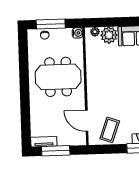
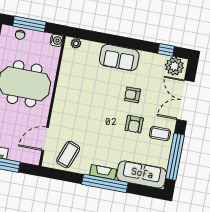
plant: (109, 35) -> (90, 50), removed
door: (87, 121) -> (45, 139), hinge flipped

